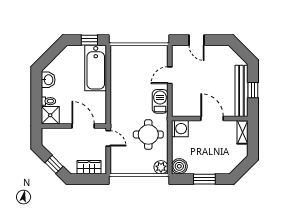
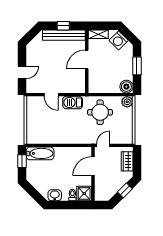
bathtub: (96, 68) -> (40, 153), width x0.73, depth x0.73
washing machine: (180, 129) -> (119, 40), moved, turned -135

